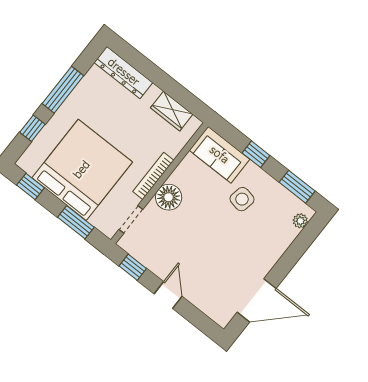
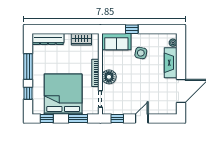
window: (297, 187) -> (160, 29), removed
fireplace: (274, 247) -> (171, 63), added
door: (168, 295) -> (142, 119), hinge flipped

